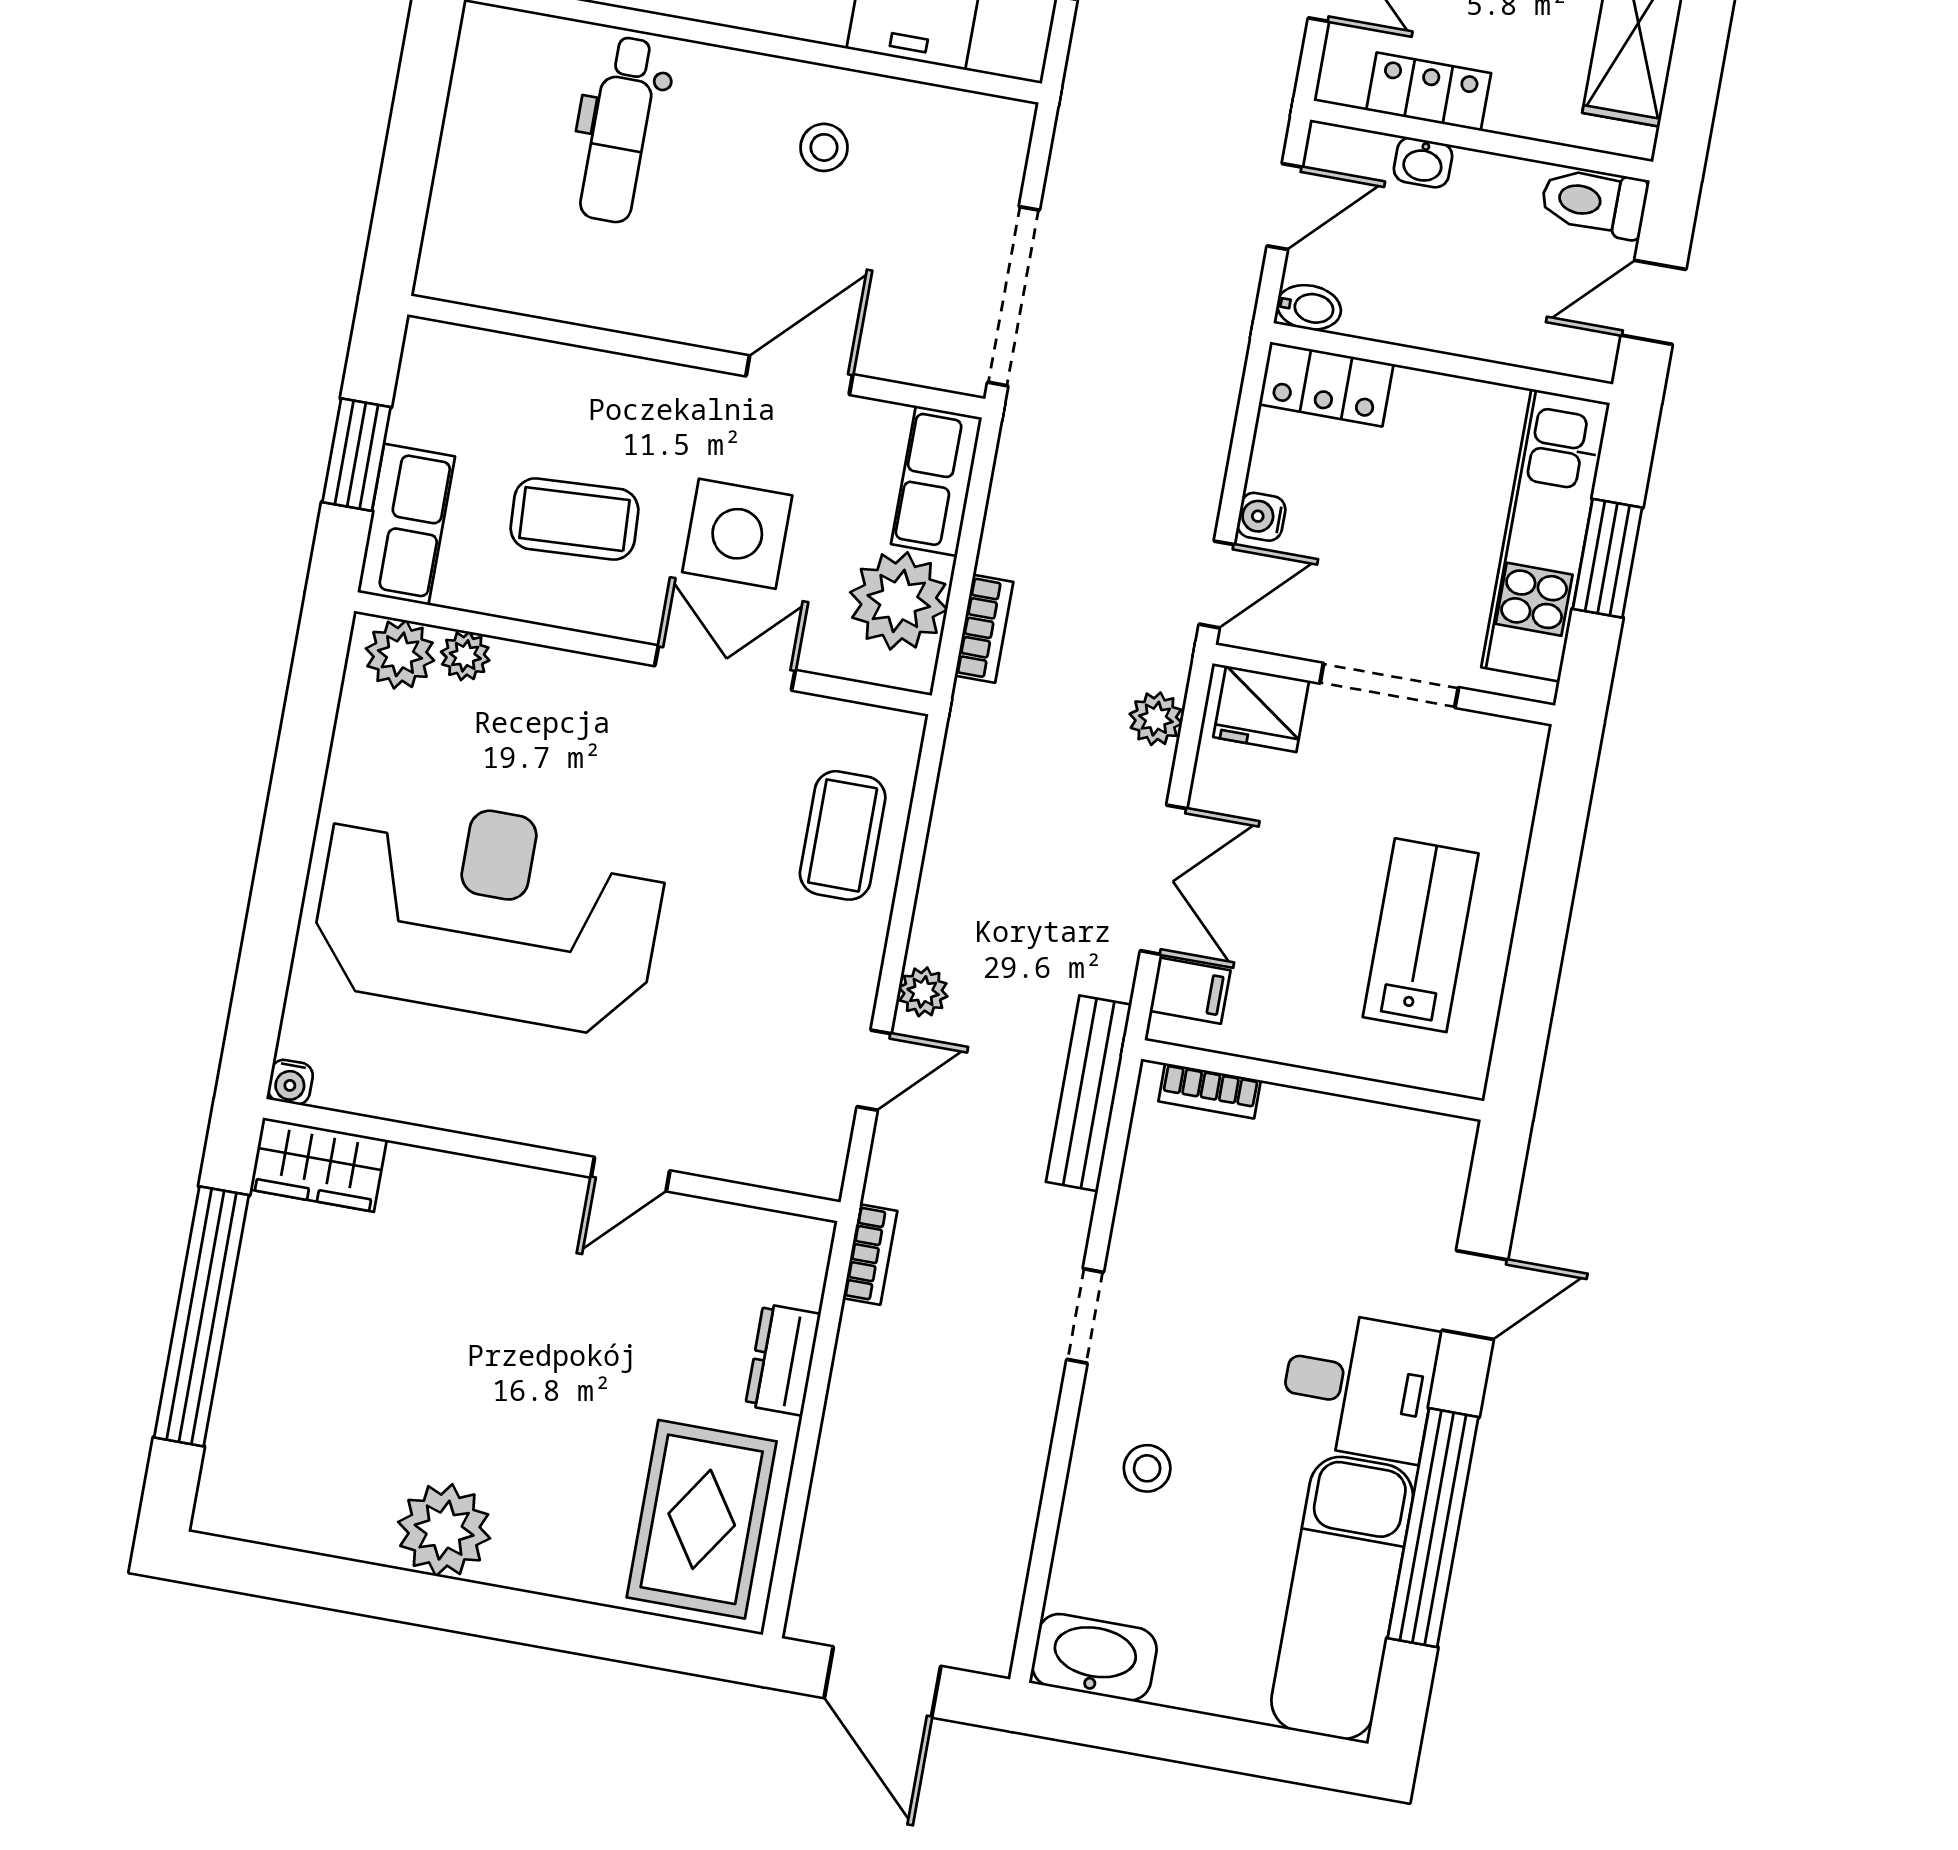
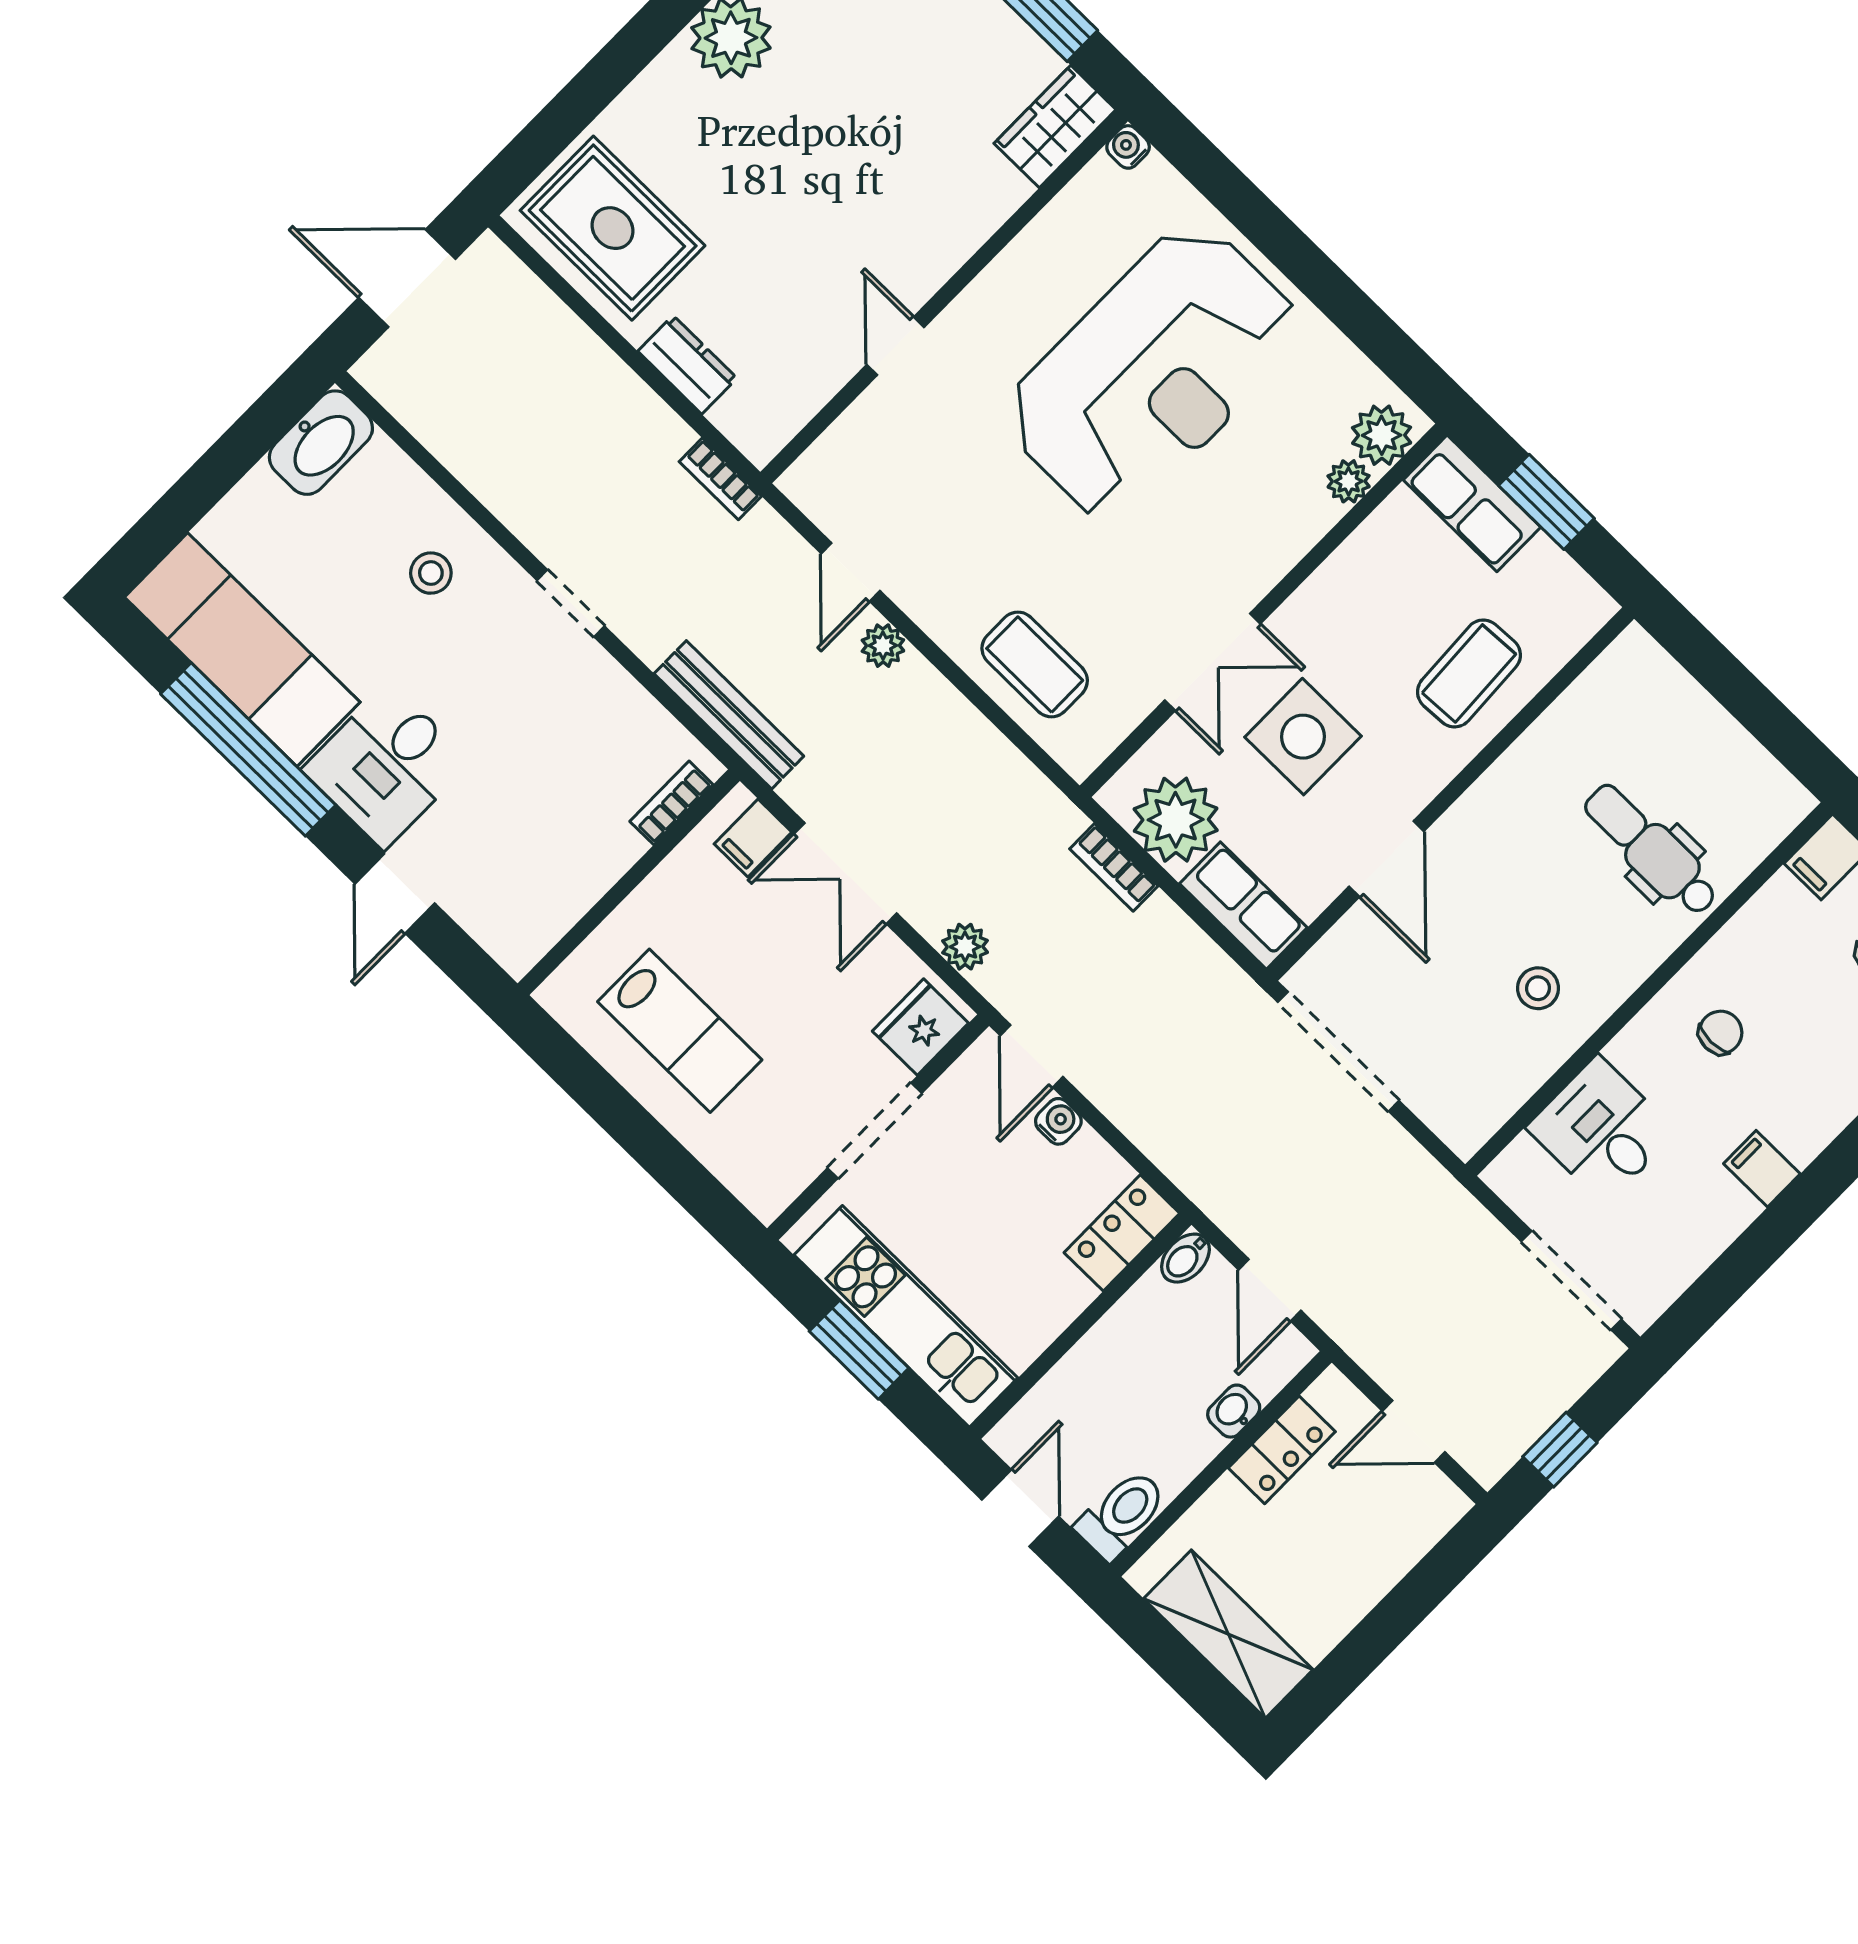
coffee table: (574, 519) -> (1469, 673), moved

